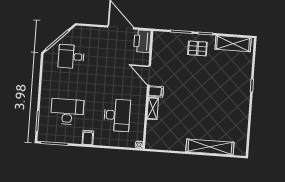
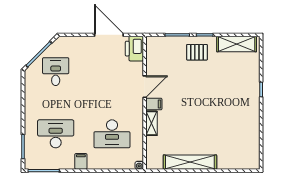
desk: (71, 57) -> (56, 72), turned 90
door: (149, 75) -> (145, 87), swing flipped
desk: (117, 115) -> (112, 134), turned 90
shelving: (210, 147) -> (190, 162), moved

